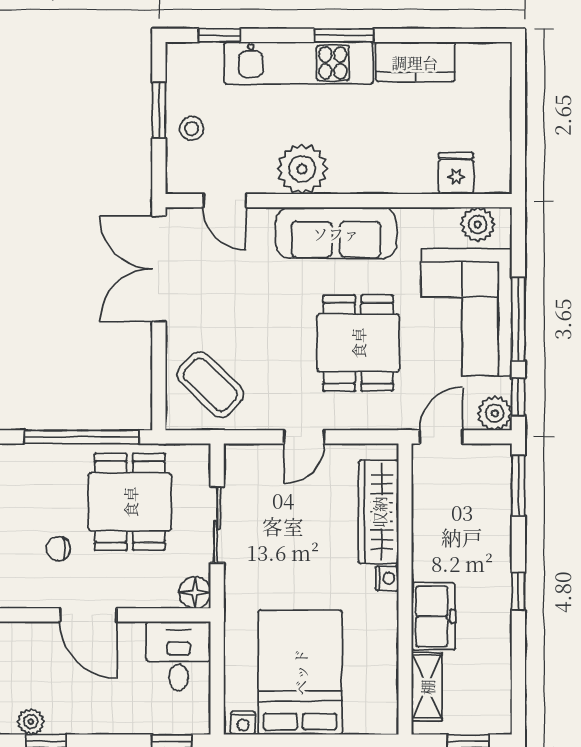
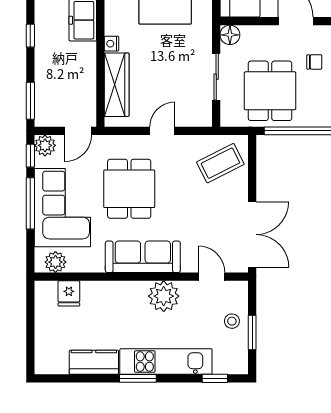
coffee table: (210, 385) -> (220, 163), turned -71

